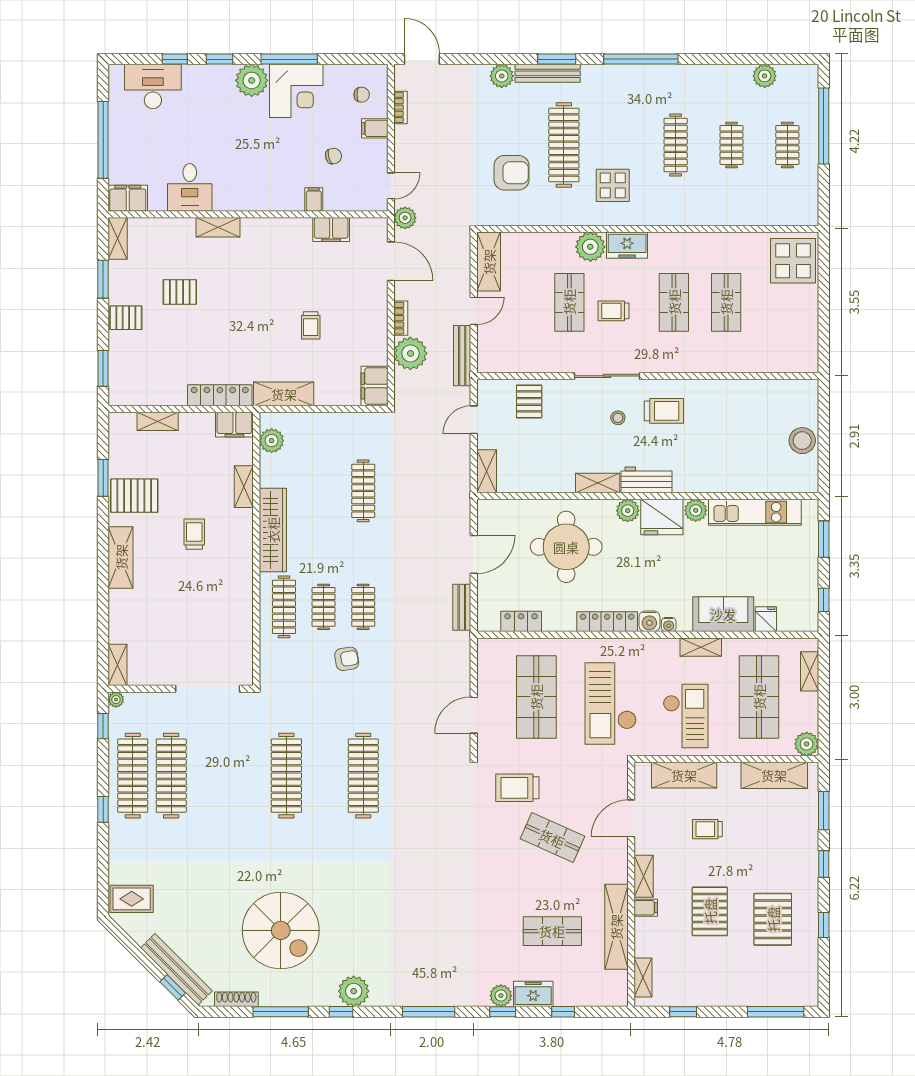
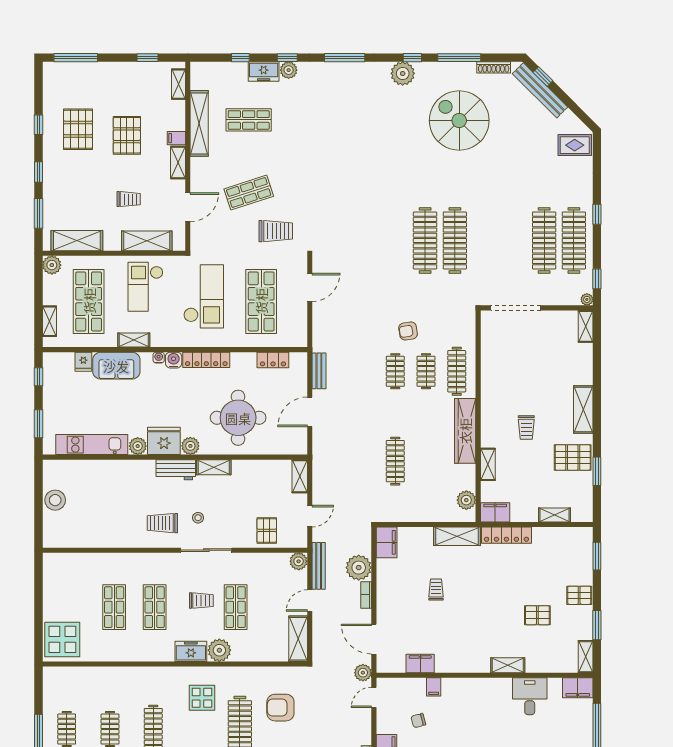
plant: (488, 362) -> (299, 561), added
clothes rail: (363, 776) -> (425, 240), moved
shop shelf: (552, 838) -> (249, 193), turned -42

